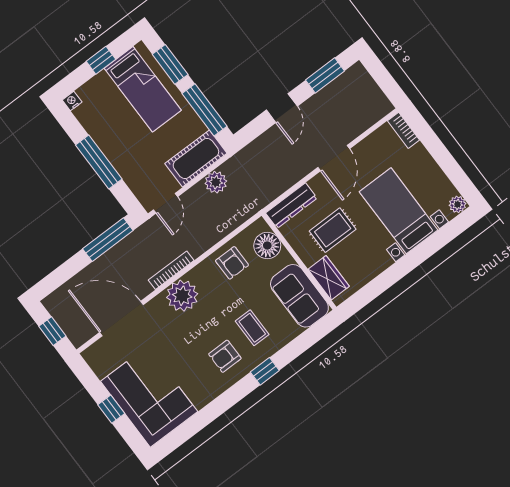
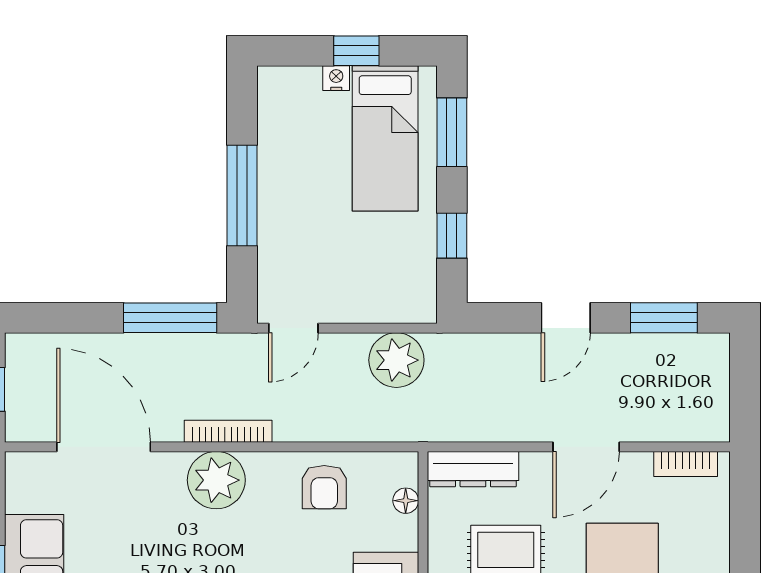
nightstand: (72, 101) -> (336, 78), moved
window: (204, 110) -> (452, 236), width x0.46
bookcase: (403, 130) -> (686, 464), moved, turned -90
cot: (196, 158) -> (386, 297), removed
plant: (216, 182) -> (396, 360), width x1.36, depth x1.36
floor lamp: (267, 245) -> (406, 501), width x0.53, depth x0.53

